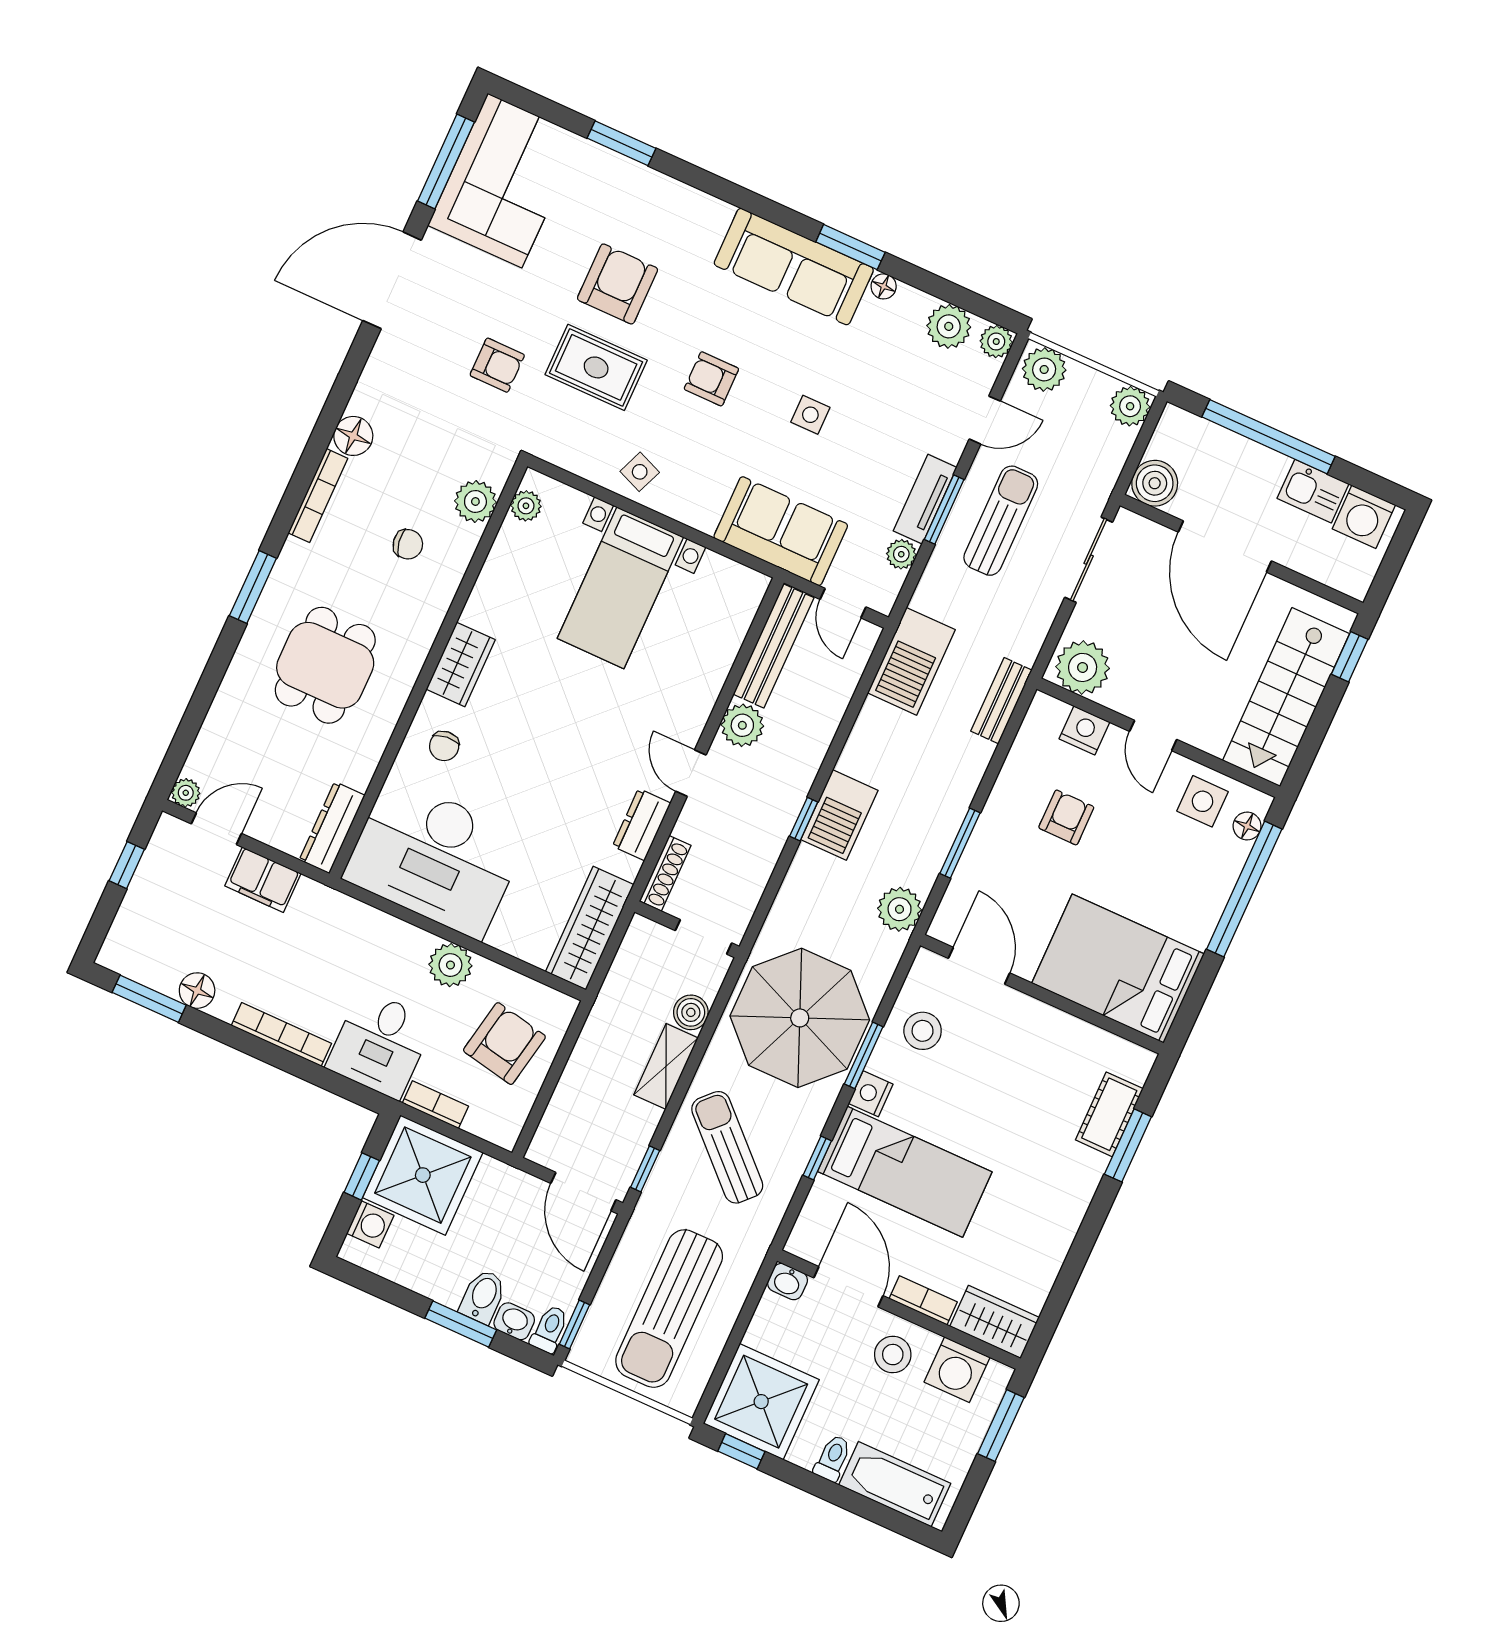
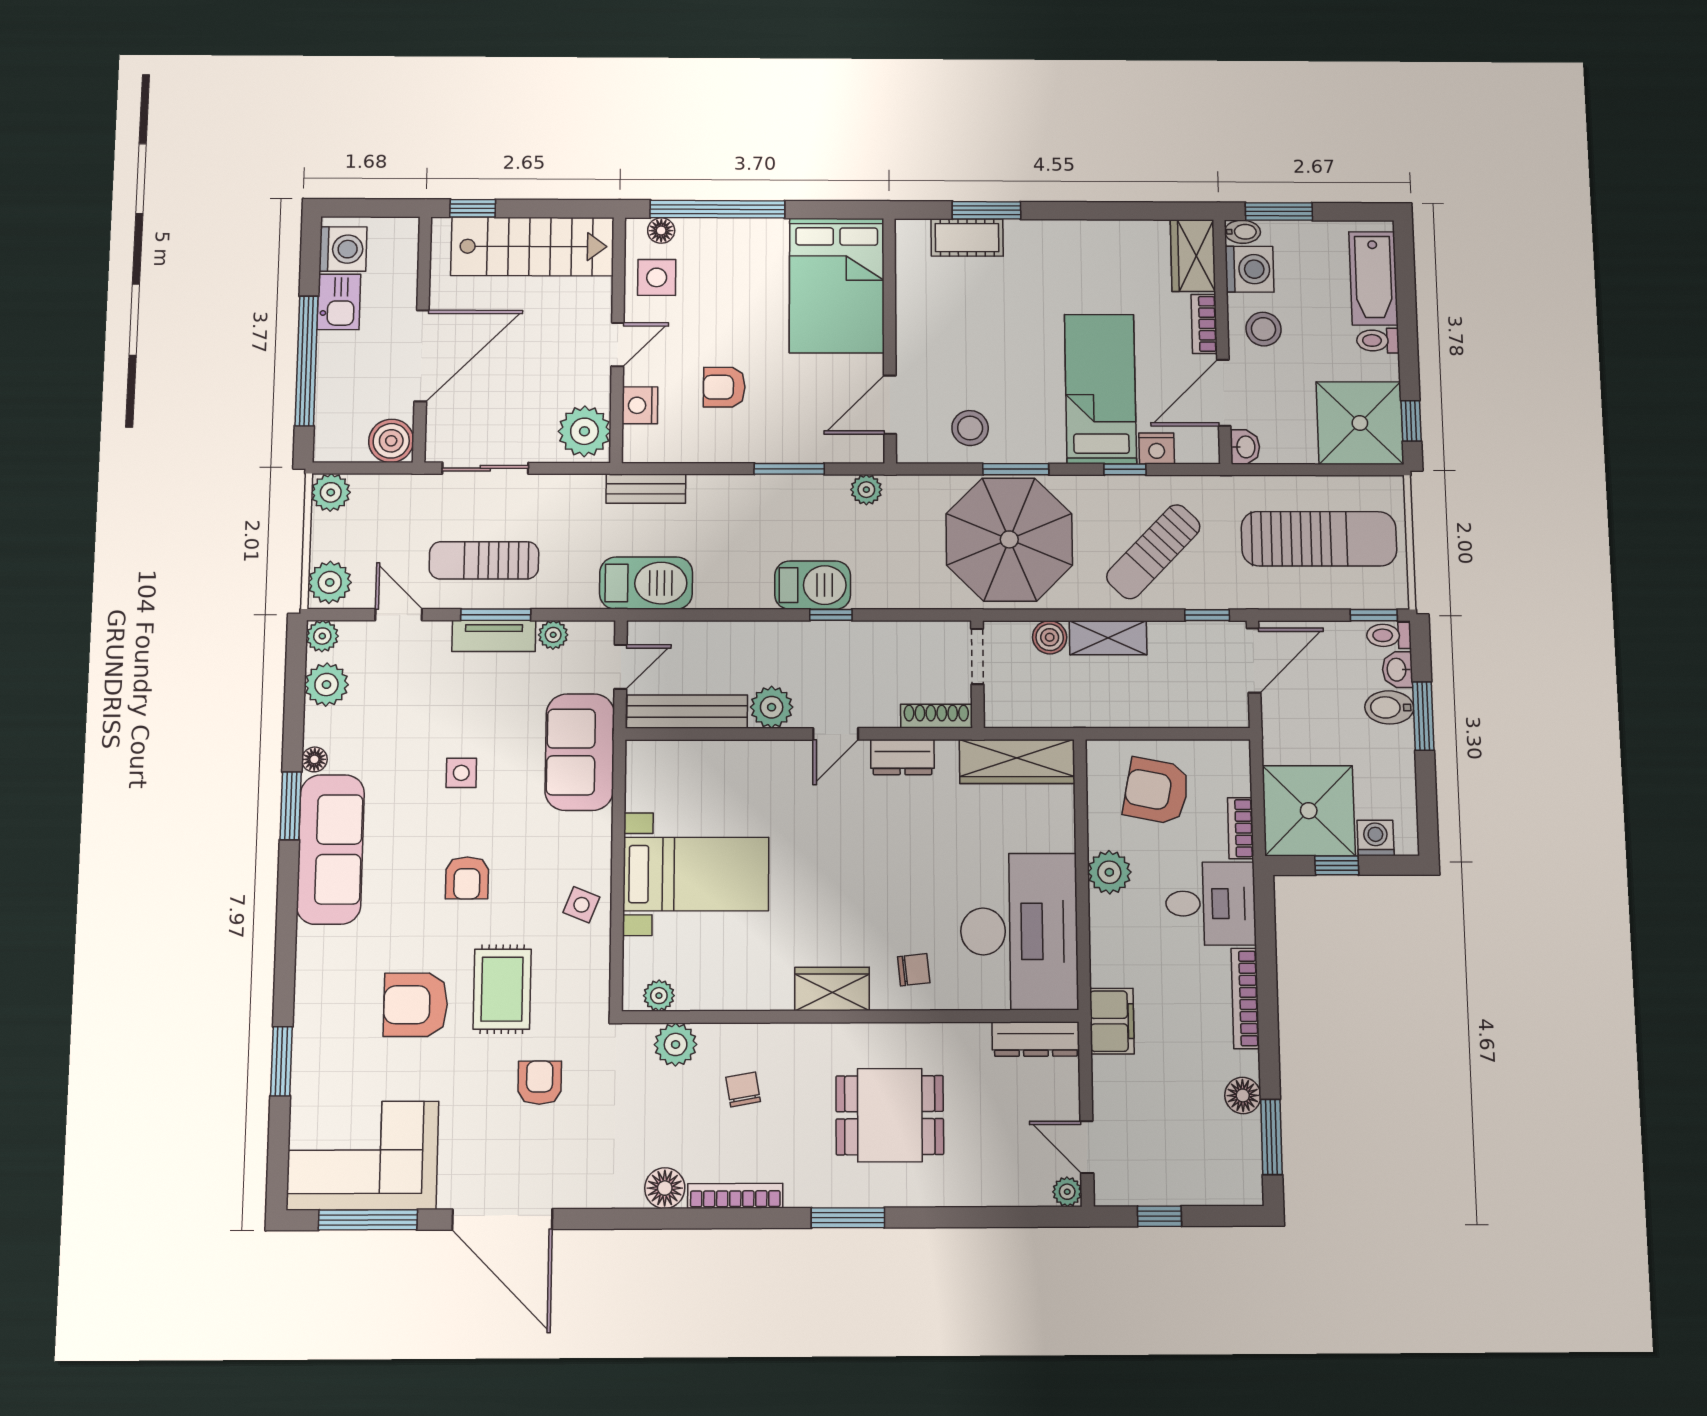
filing cabinet: (263, 880) -> (1112, 1021), moved
plant: (900, 909) -> (866, 490), width x0.73, depth x0.73
nightstand: (871, 1094) -> (1157, 448), moved
bidet: (997, 1381) -> (1242, 232), added

